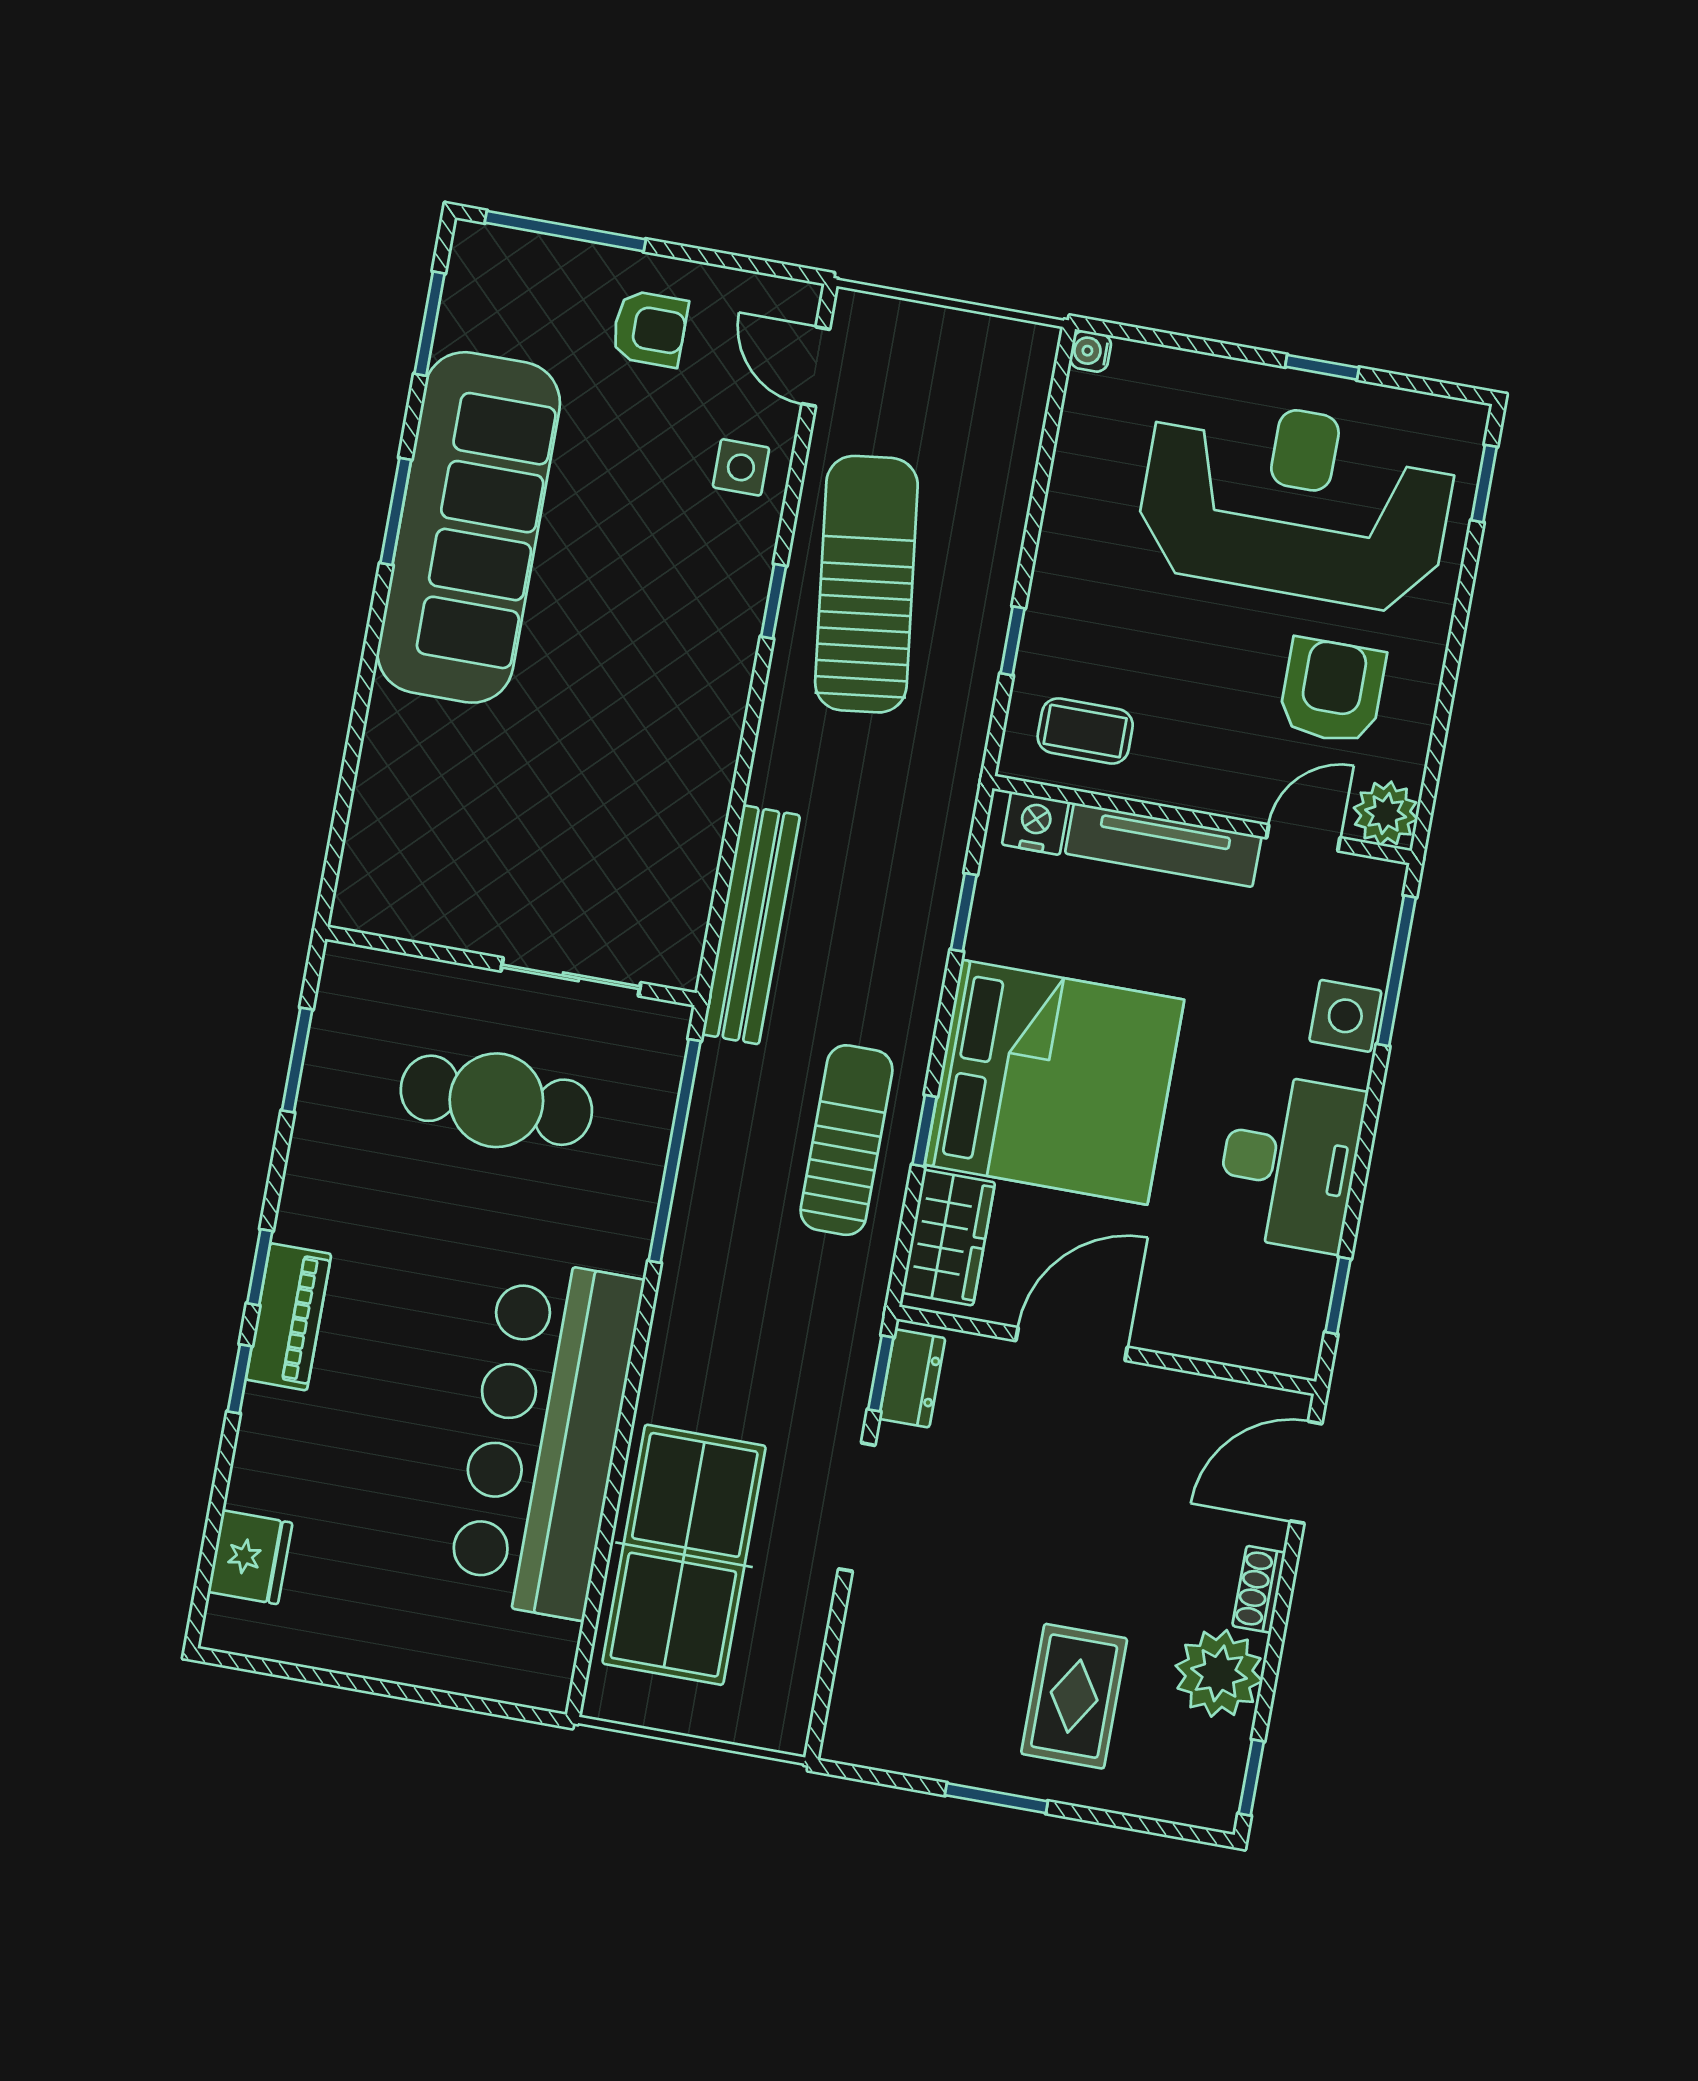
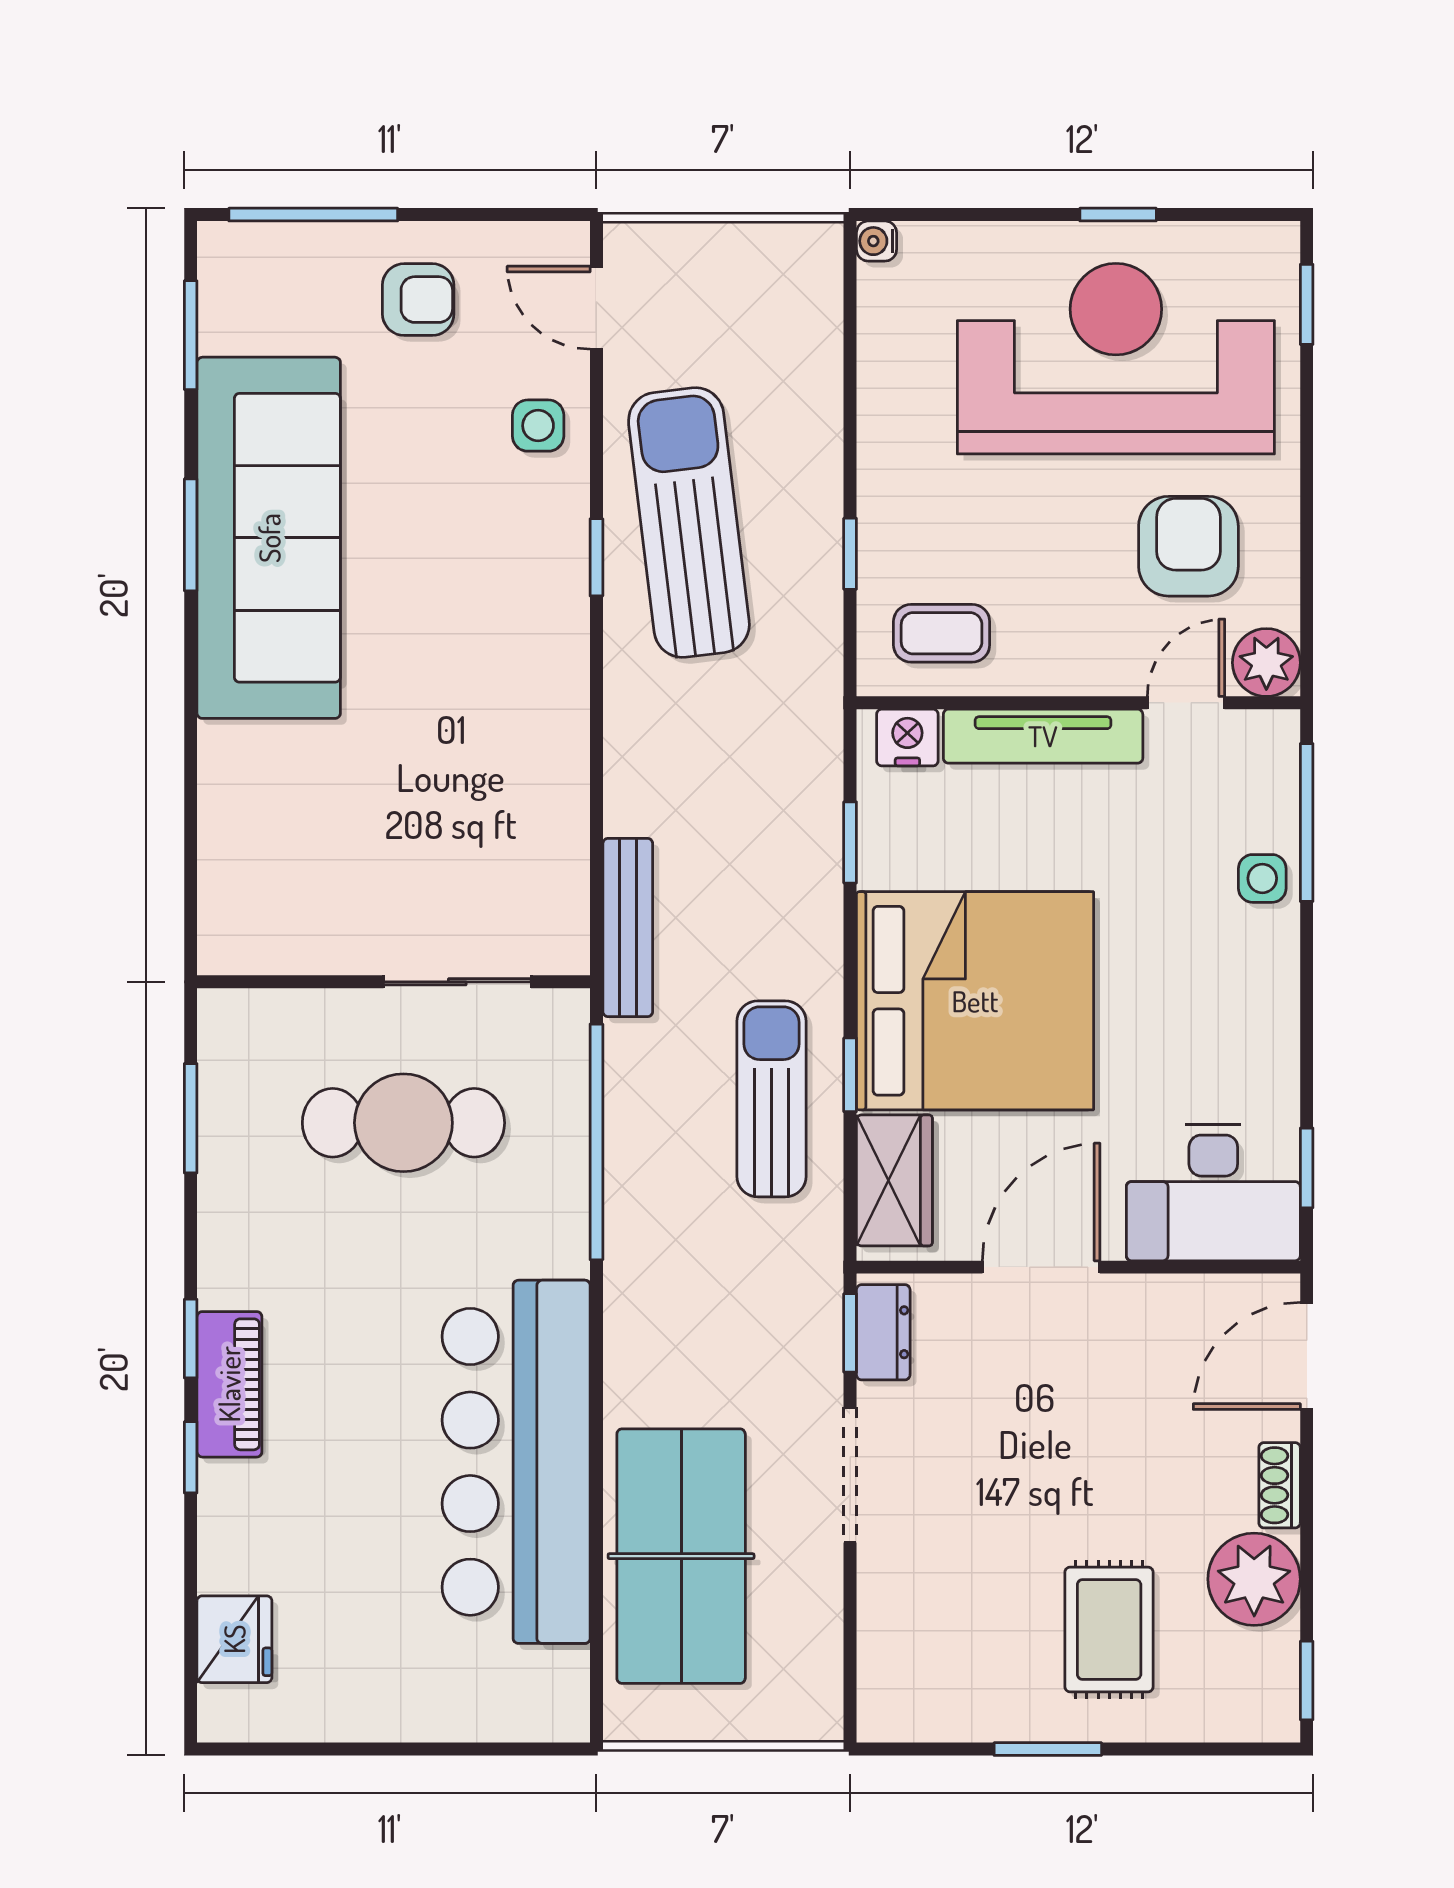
bench: (751, 925) -> (628, 928), width x0.73, depth x0.82
side table: (1345, 1016) -> (1262, 878), width x0.73, depth x0.73
desk: (1290, 1162) -> (1213, 1192), moved, turned 90

